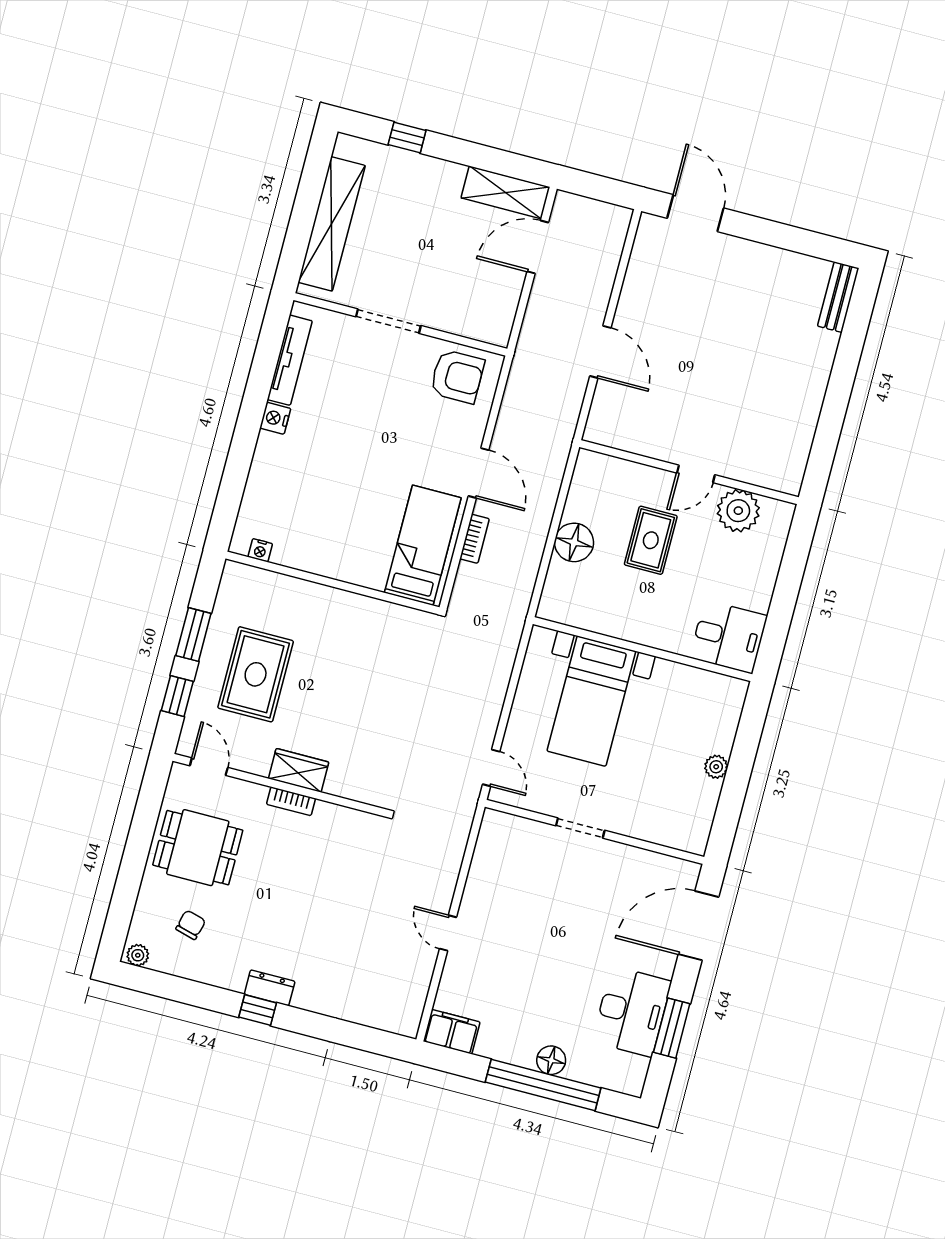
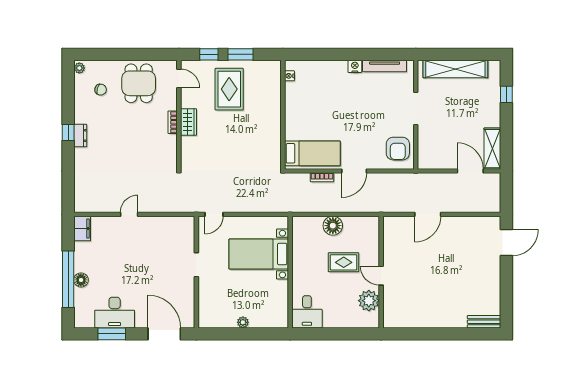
rug: (256, 674) -> (229, 89), turned 90
door: (209, 767) -> (179, 78), hinge flipped

